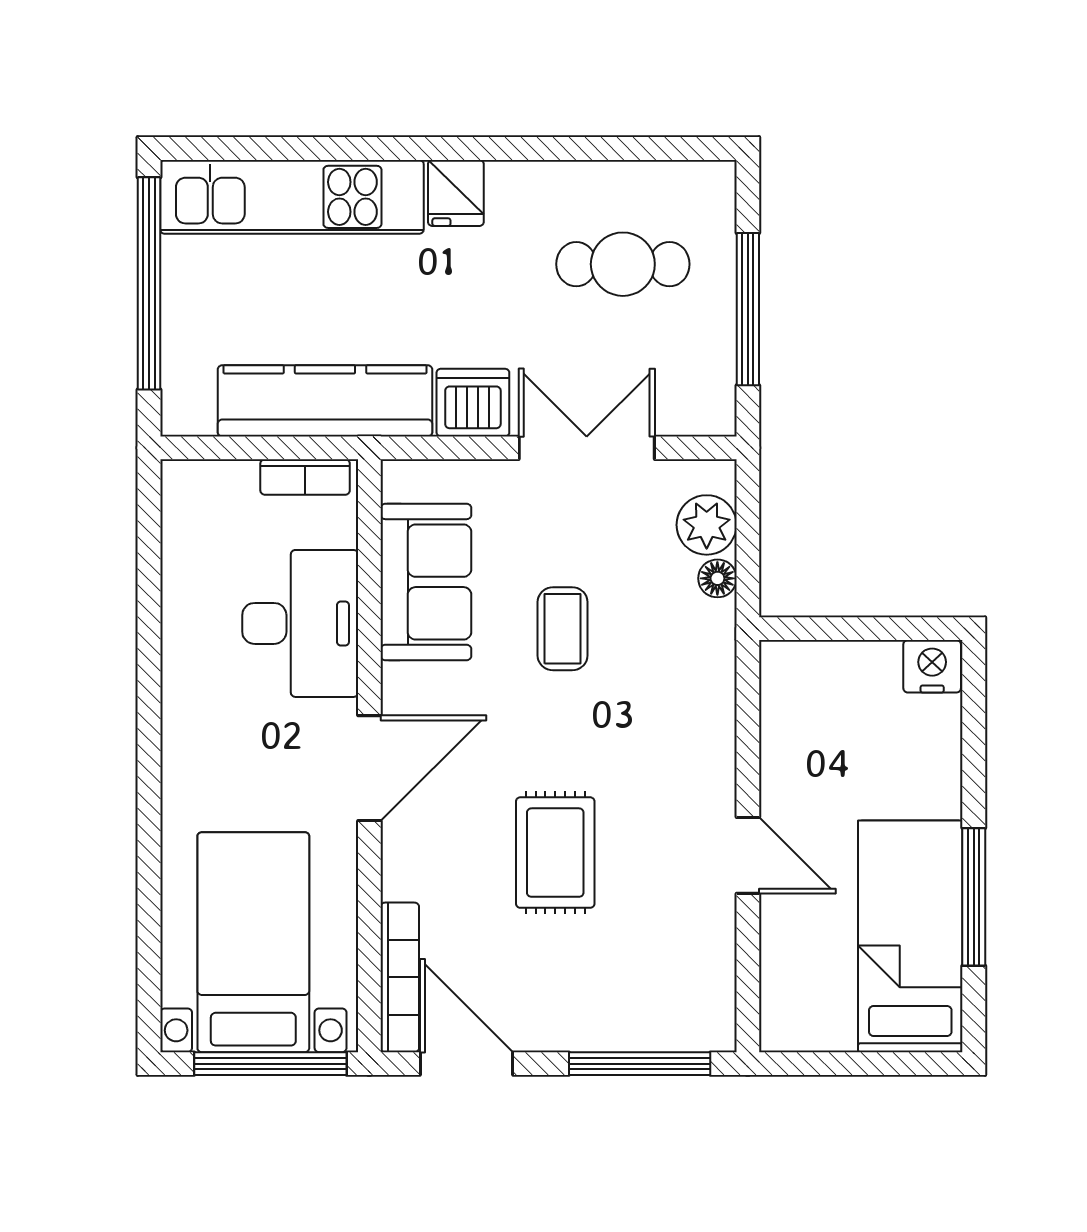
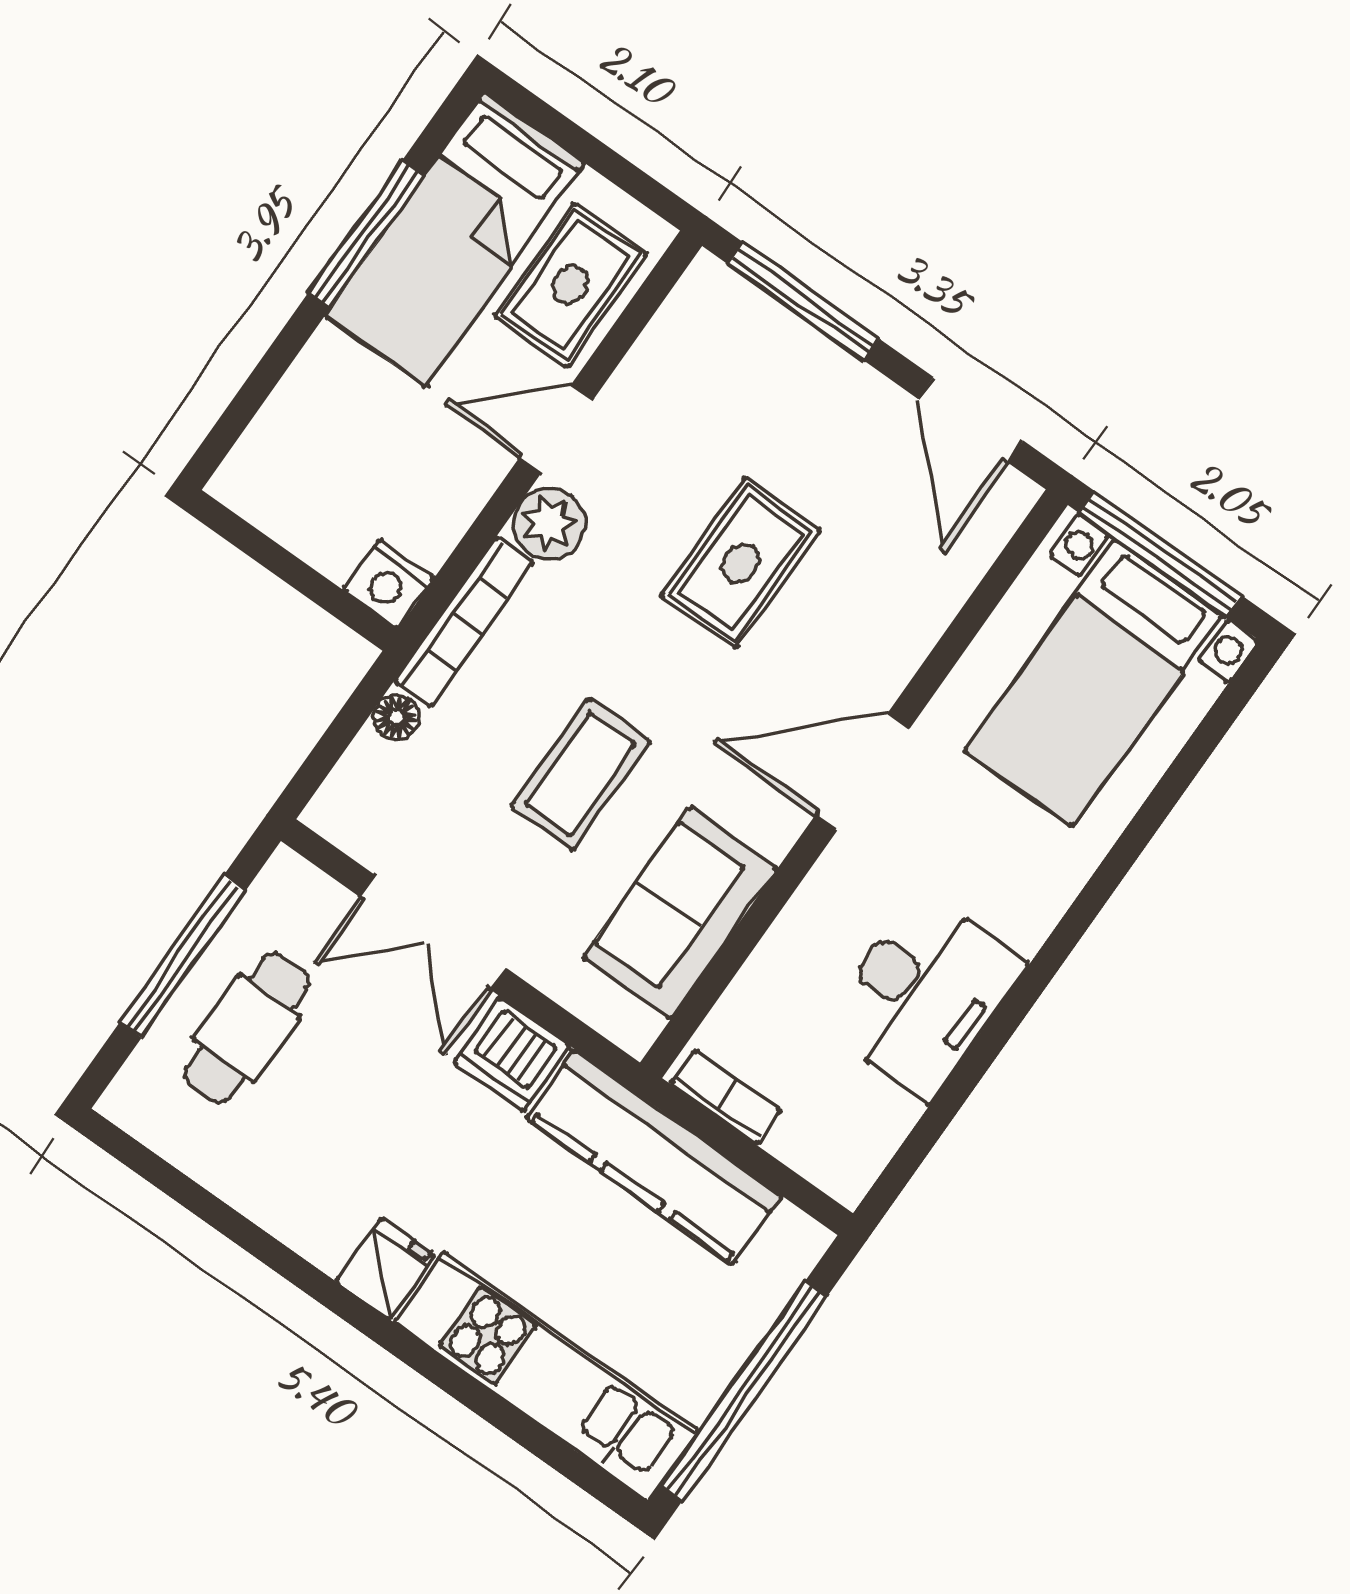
cafe table: (623, 264) -> (247, 1028), moved, turned 90
plant: (707, 525) -> (549, 524), moved
desk: (300, 623) -> (924, 995), moved, turned 180
coffee table: (563, 629) -> (580, 774), width x1.36, depth x1.30
nightstand: (932, 666) -> (388, 584), moved
door: (748, 855) -> (556, 429), hinge flipped
rug: (808, 961) -> (571, 285), added
bookcase: (400, 977) -> (464, 622), moved, turned 180

